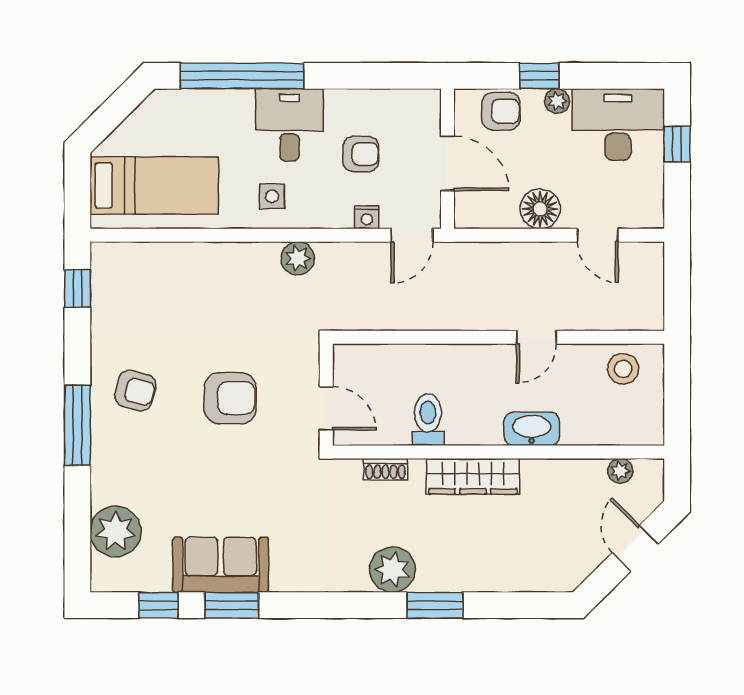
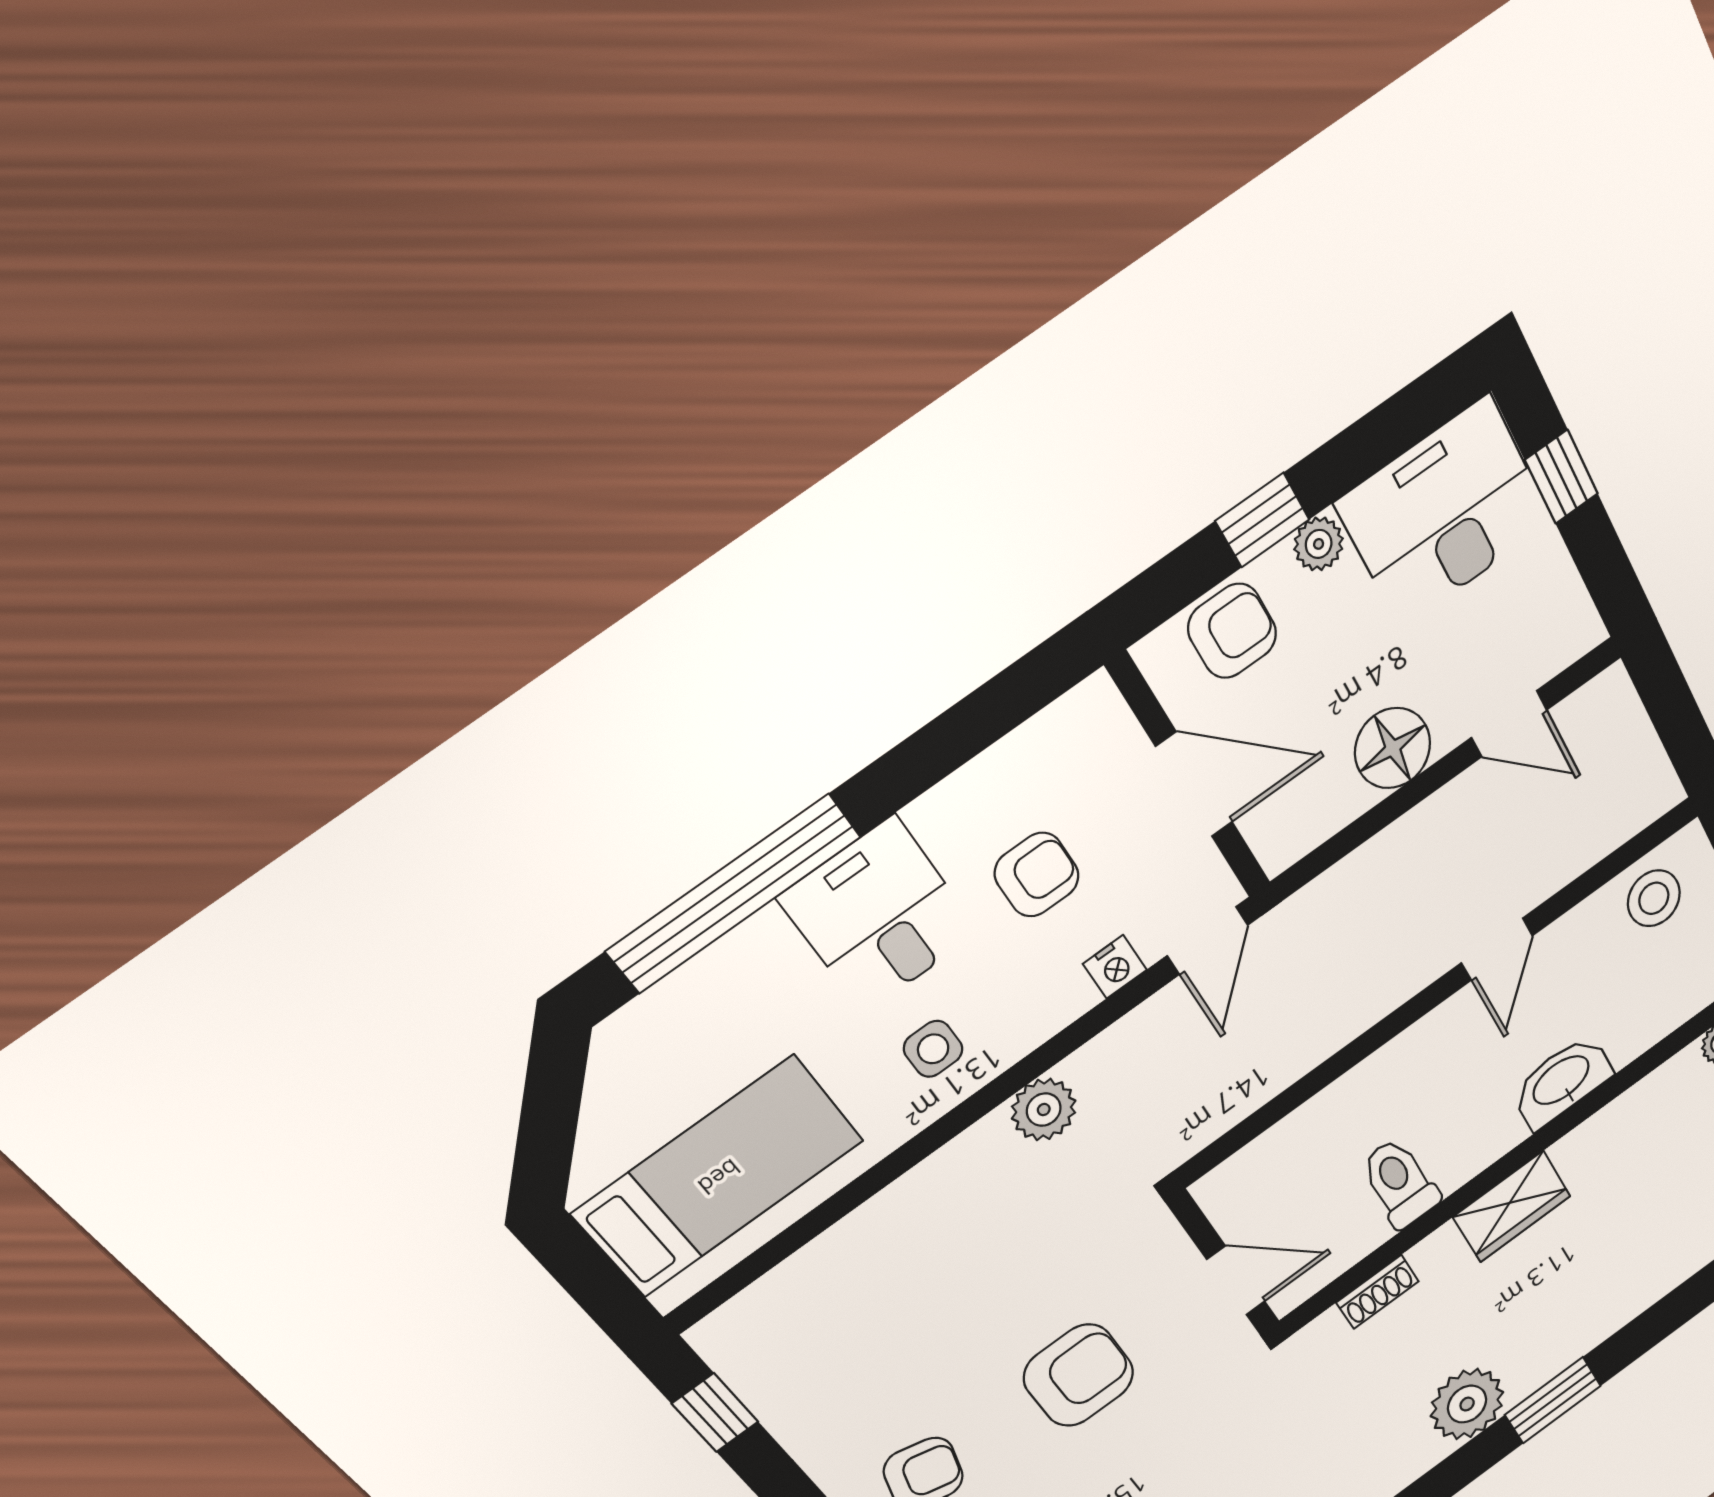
wardrobe: (473, 476) -> (1512, 1207), width x0.67

